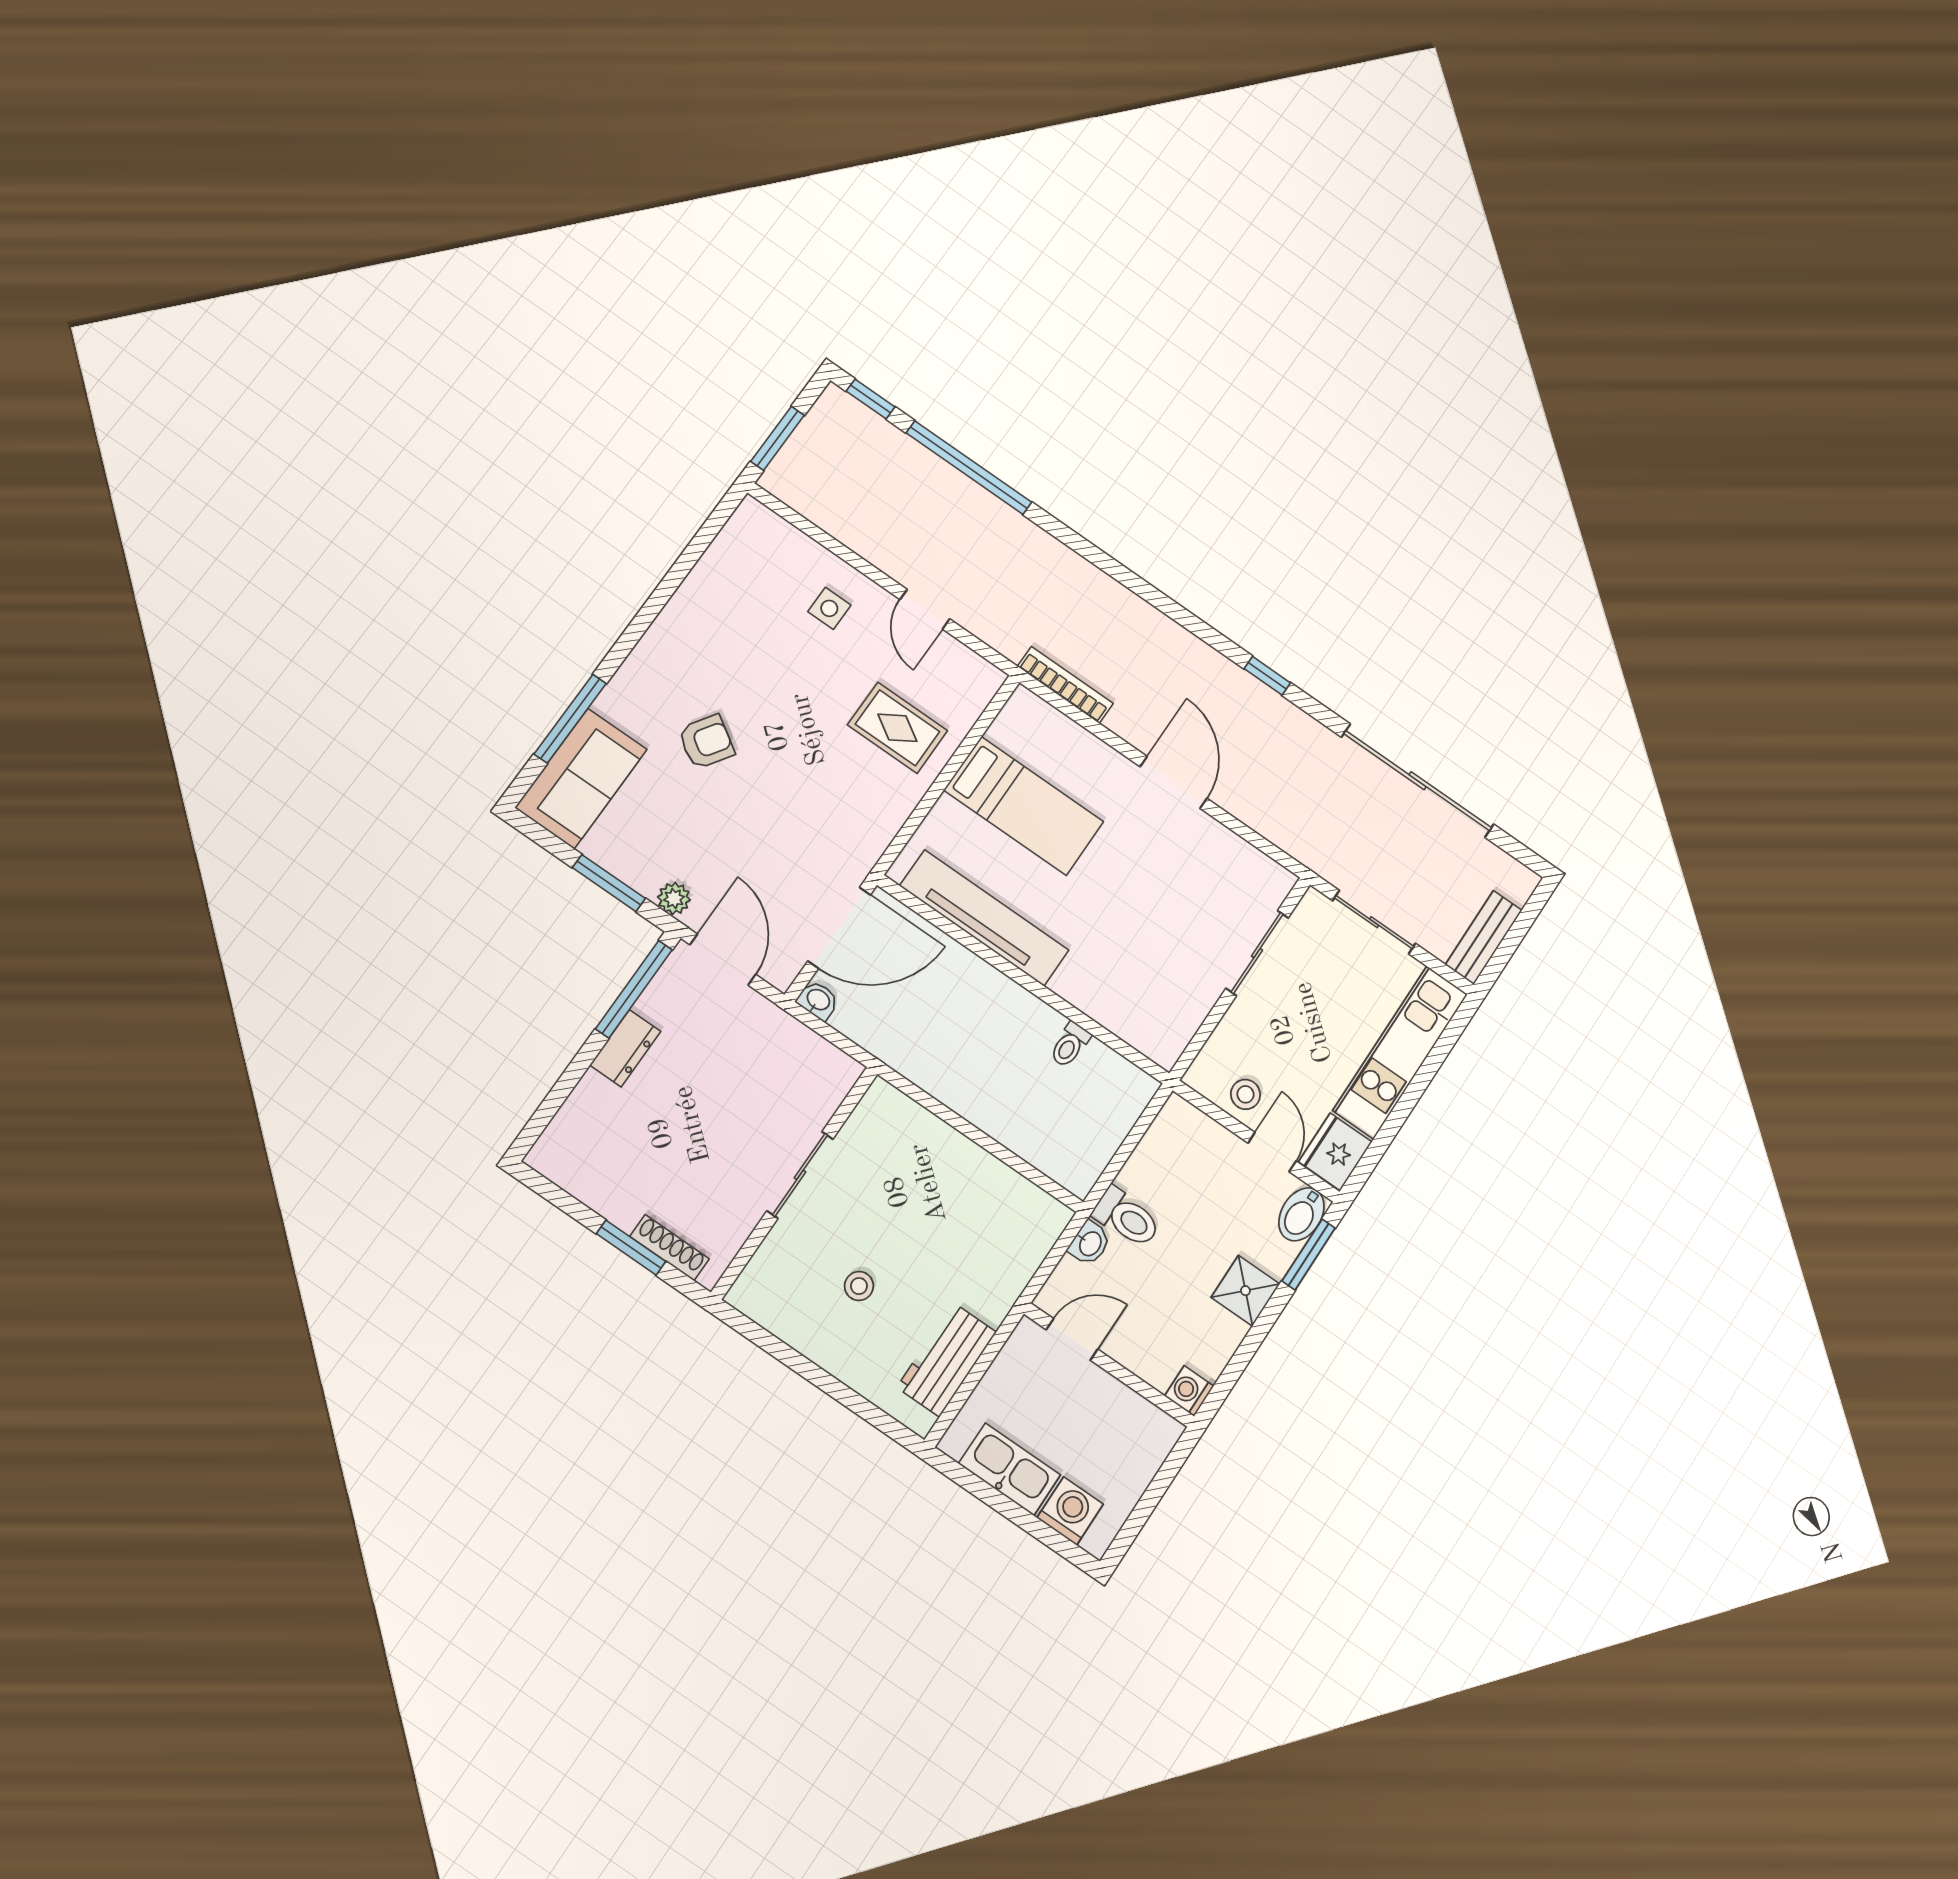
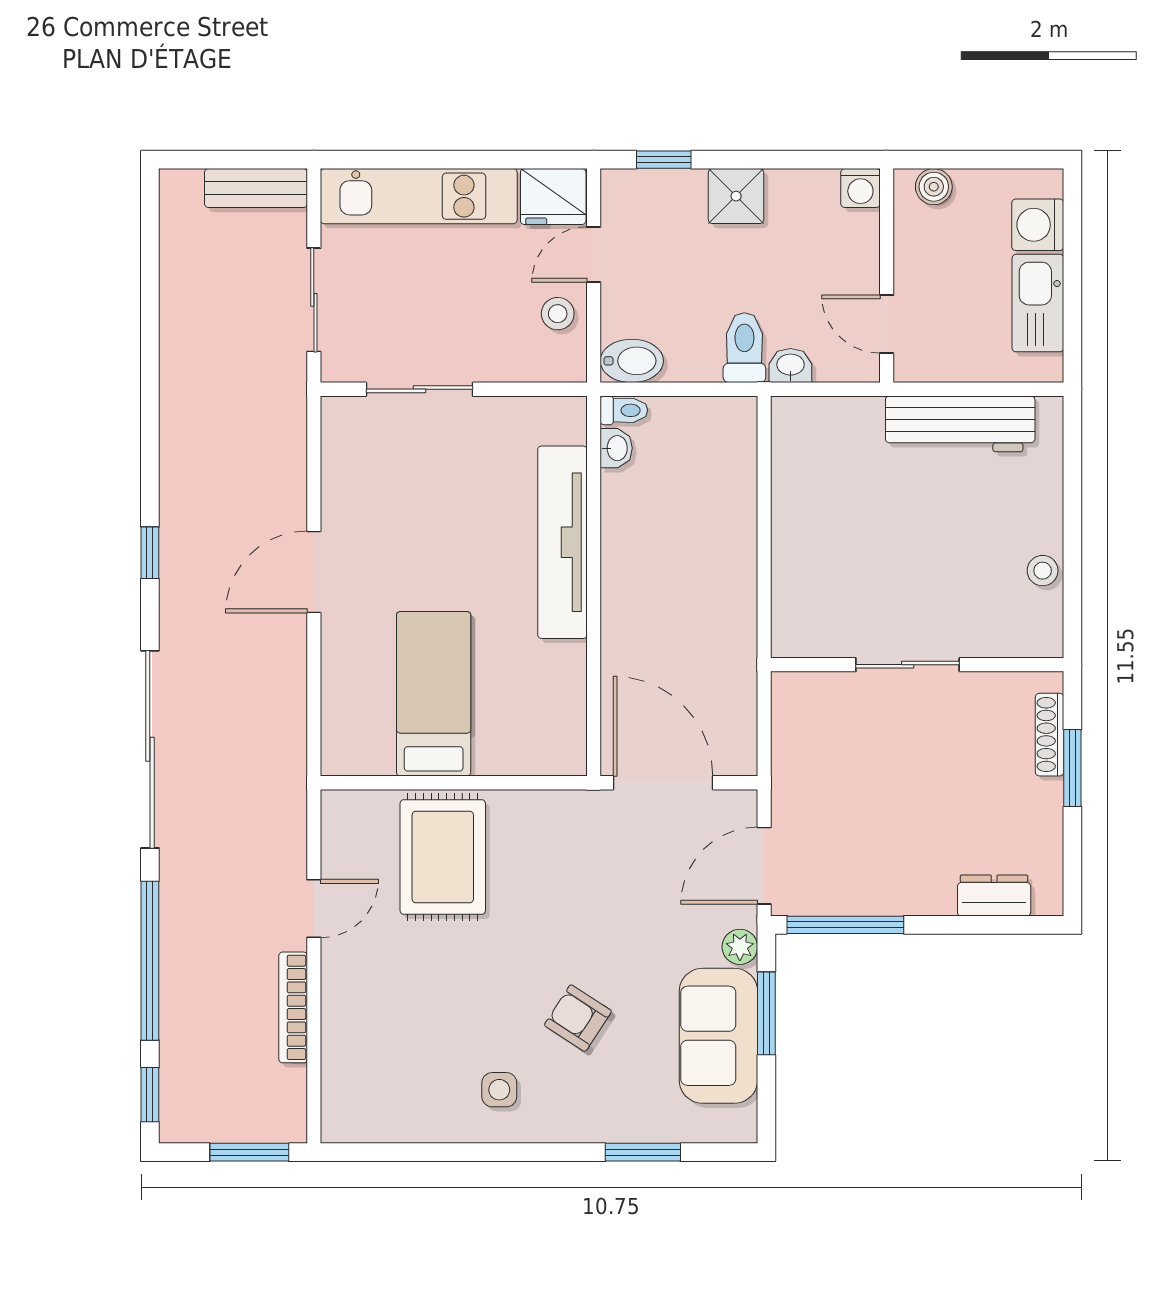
side table: (829, 608) -> (499, 1090), moved
bookcase: (1065, 685) -> (293, 1007), moved
window: (570, 719) -> (643, 1152), width x0.69
rug: (897, 728) -> (443, 857), width x1.36, depth x1.43
sofa: (581, 778) -> (718, 1036), moved, turned -90
sliding door: (1418, 781) -> (150, 749), moved
tv unit: (984, 918) -> (562, 542), moved
washbasin: (818, 1000) -> (616, 448), moved, turned 180
toilet: (1070, 1045) -> (624, 410), moved
dresser: (625, 1048) -> (994, 896), moved
bidet: (1301, 1214) -> (632, 361), moved
window: (1309, 1254) -> (664, 160), width x0.67
stool: (859, 1286) -> (1043, 571), moved
workbench: (947, 1360) -> (960, 424), width x1.38
boiler: (1153, 1449) -> (934, 187), added

